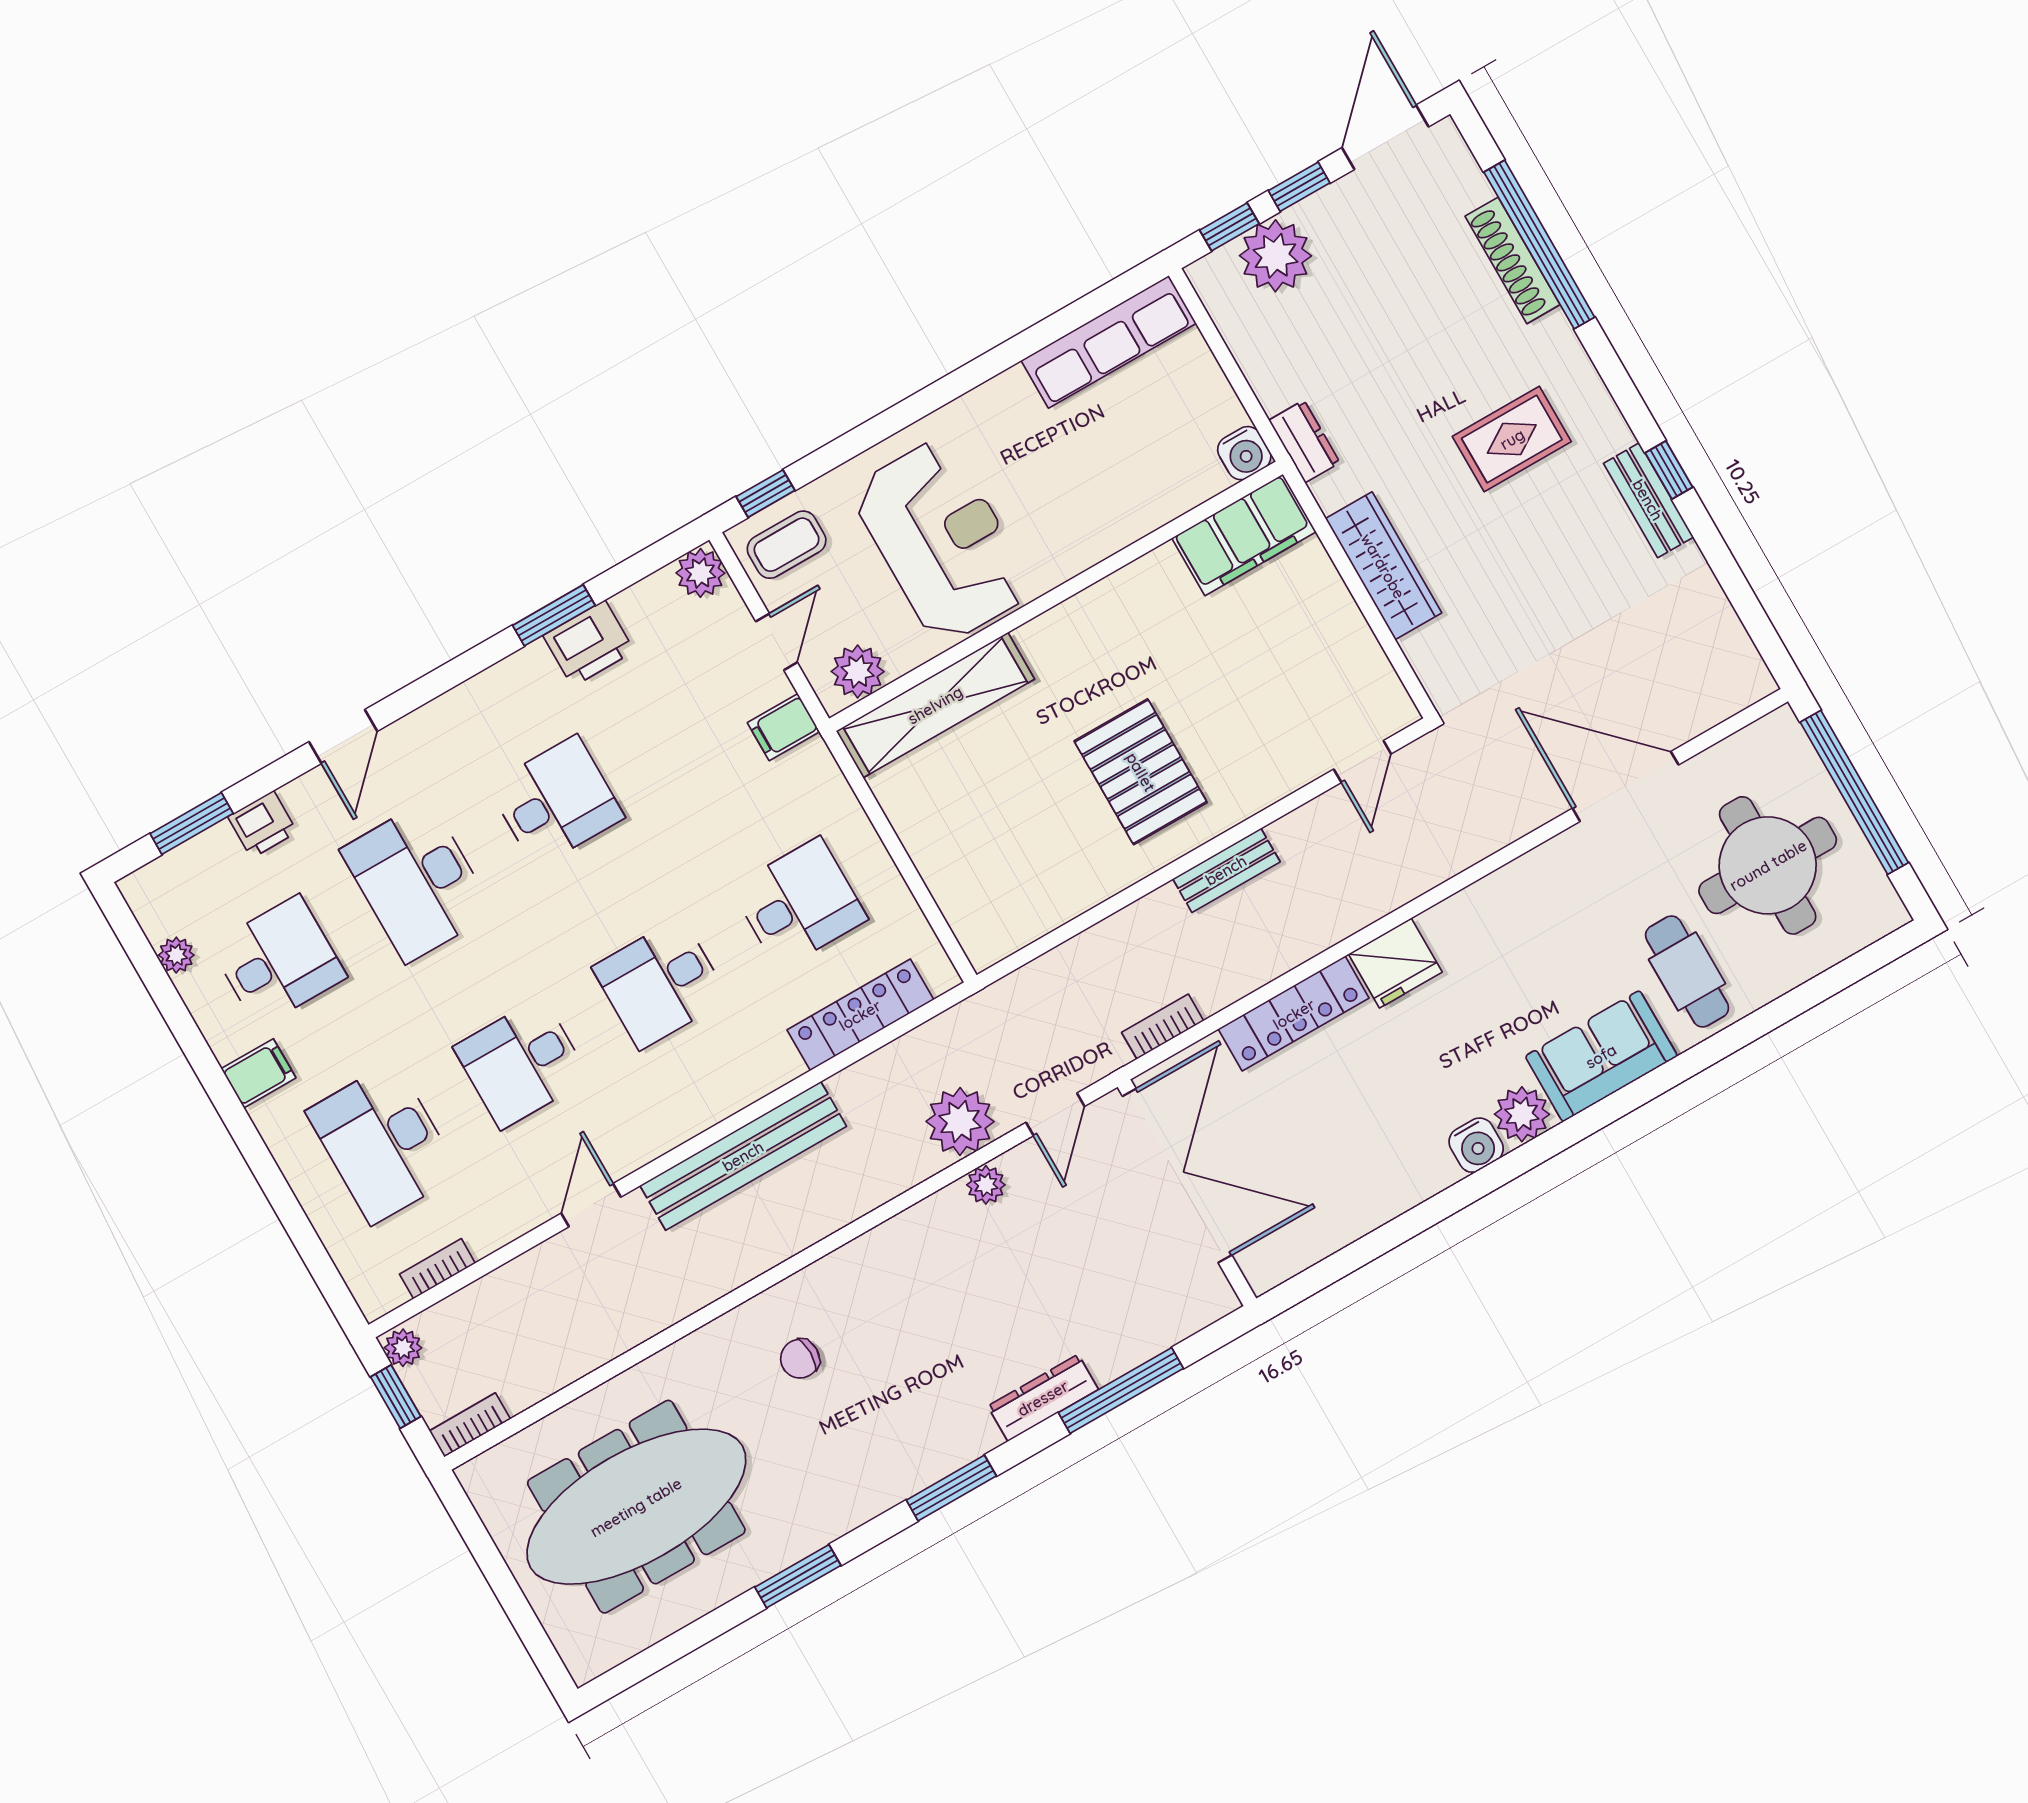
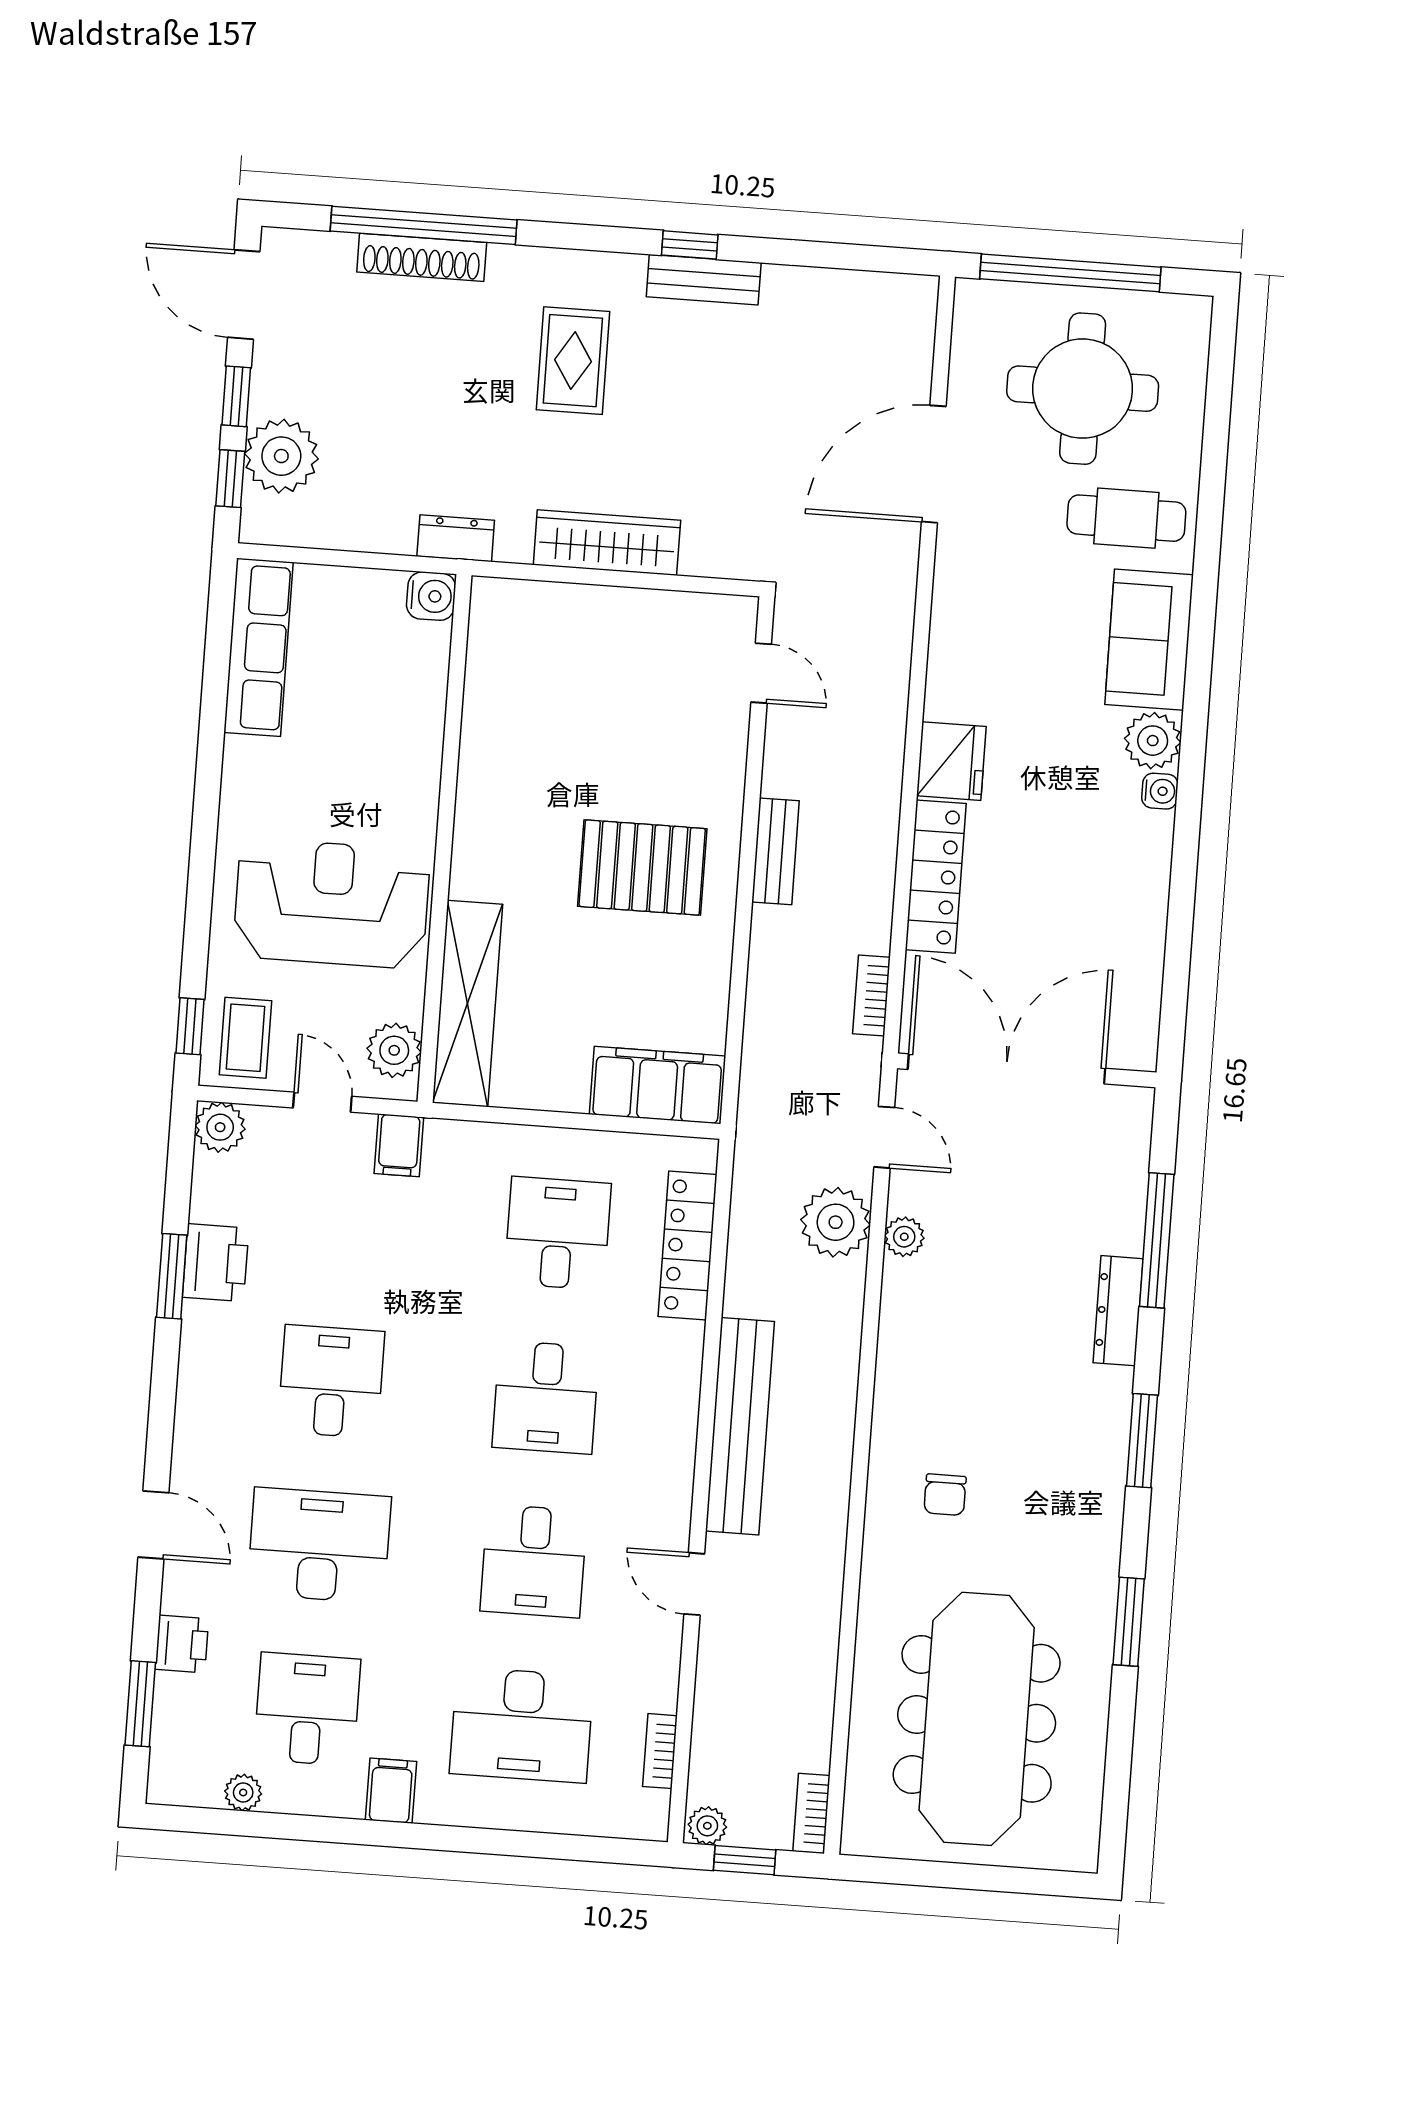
filing cabinet: (1244, 535) -> (657, 1085), moved, turned -90
desk: (417, 881) -> (319, 1545), turned 180
water cooler: (1476, 1145) -> (1160, 791), width x0.72, depth x0.72

